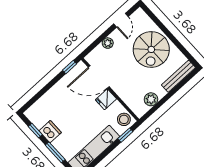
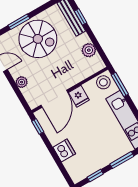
window: (163, 28) -> (19, 22), added
window: (180, 85) -> (81, 17), added
dishwasher: (50, 132) -> (64, 150), moved, turned 90
window: (125, 135) -> (120, 84), width x1.50

